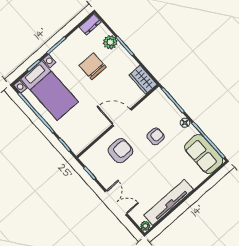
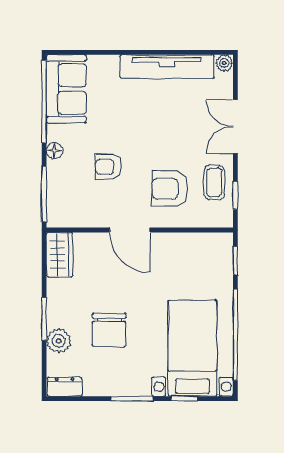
coffee table: (104, 170) -> (214, 182), added

